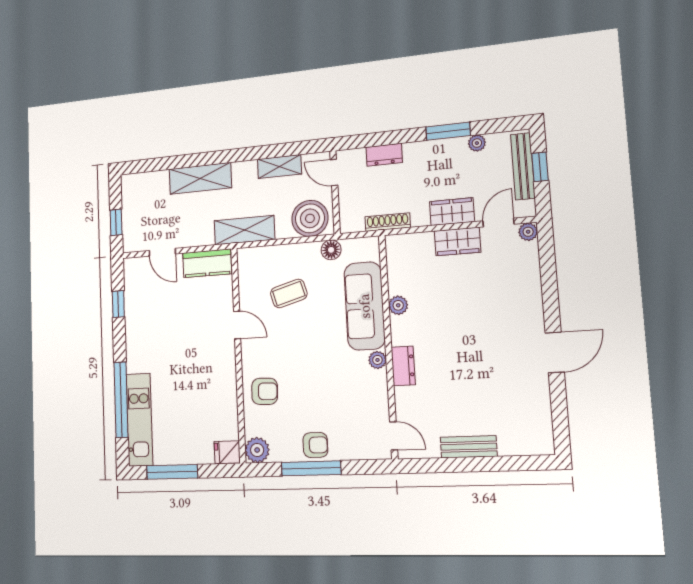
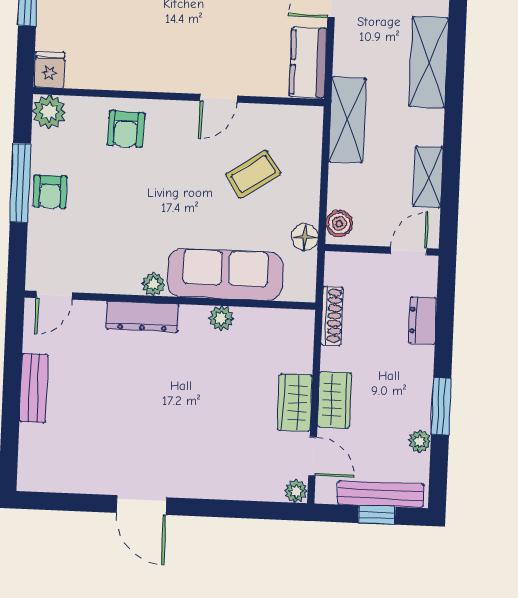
boiler: (310, 218) -> (339, 223), width x0.54, depth x0.54
coffee table: (289, 293) -> (253, 174), turned 73
dresser: (403, 366) -> (143, 317), width x1.44

